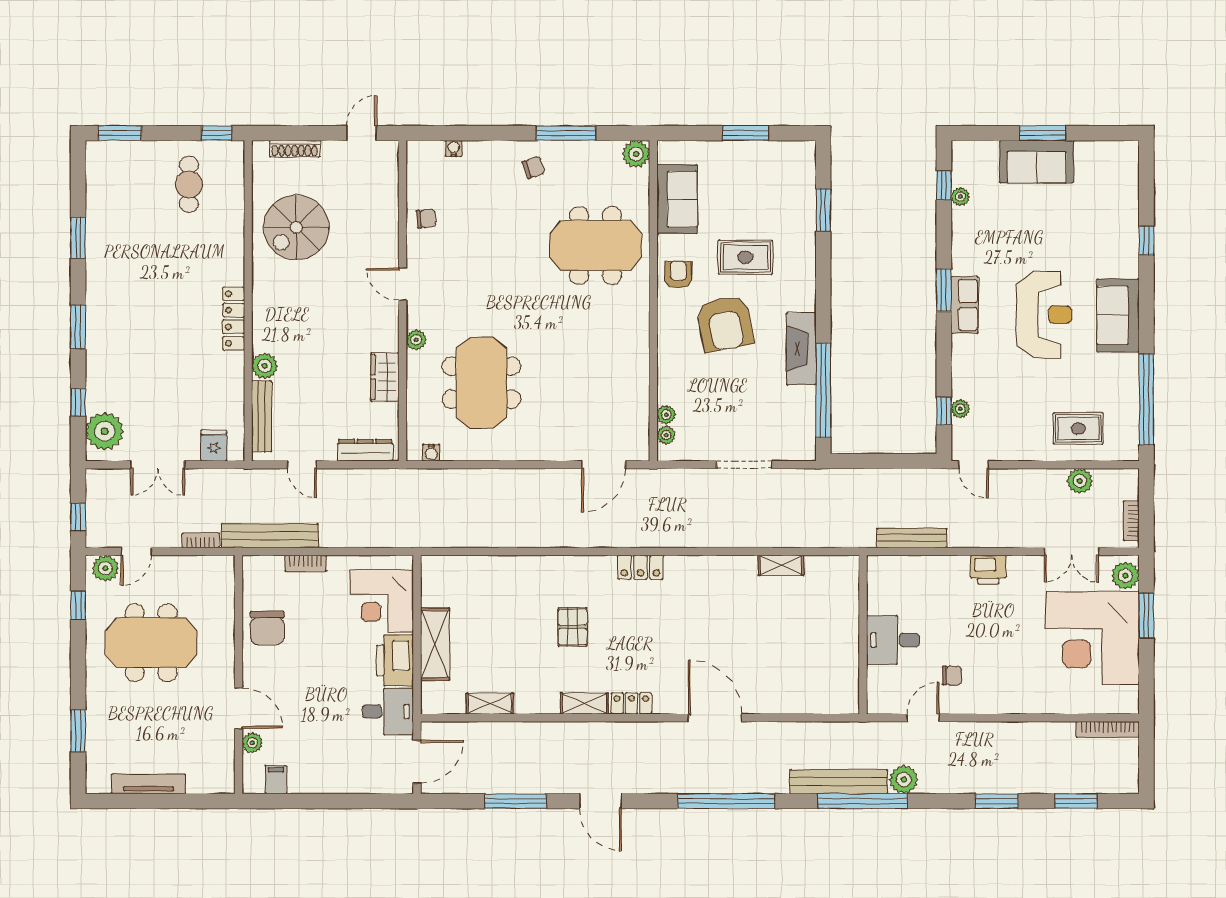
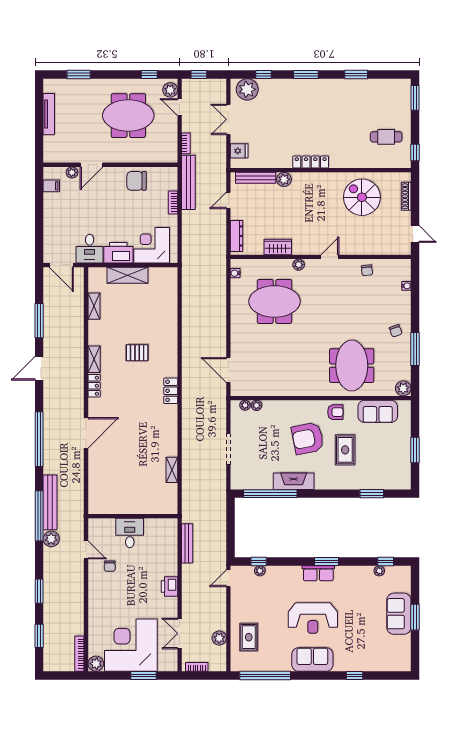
plant: (1125, 576) -> (96, 664), moved
meeting table: (151, 643) -> (128, 116), turned 90

